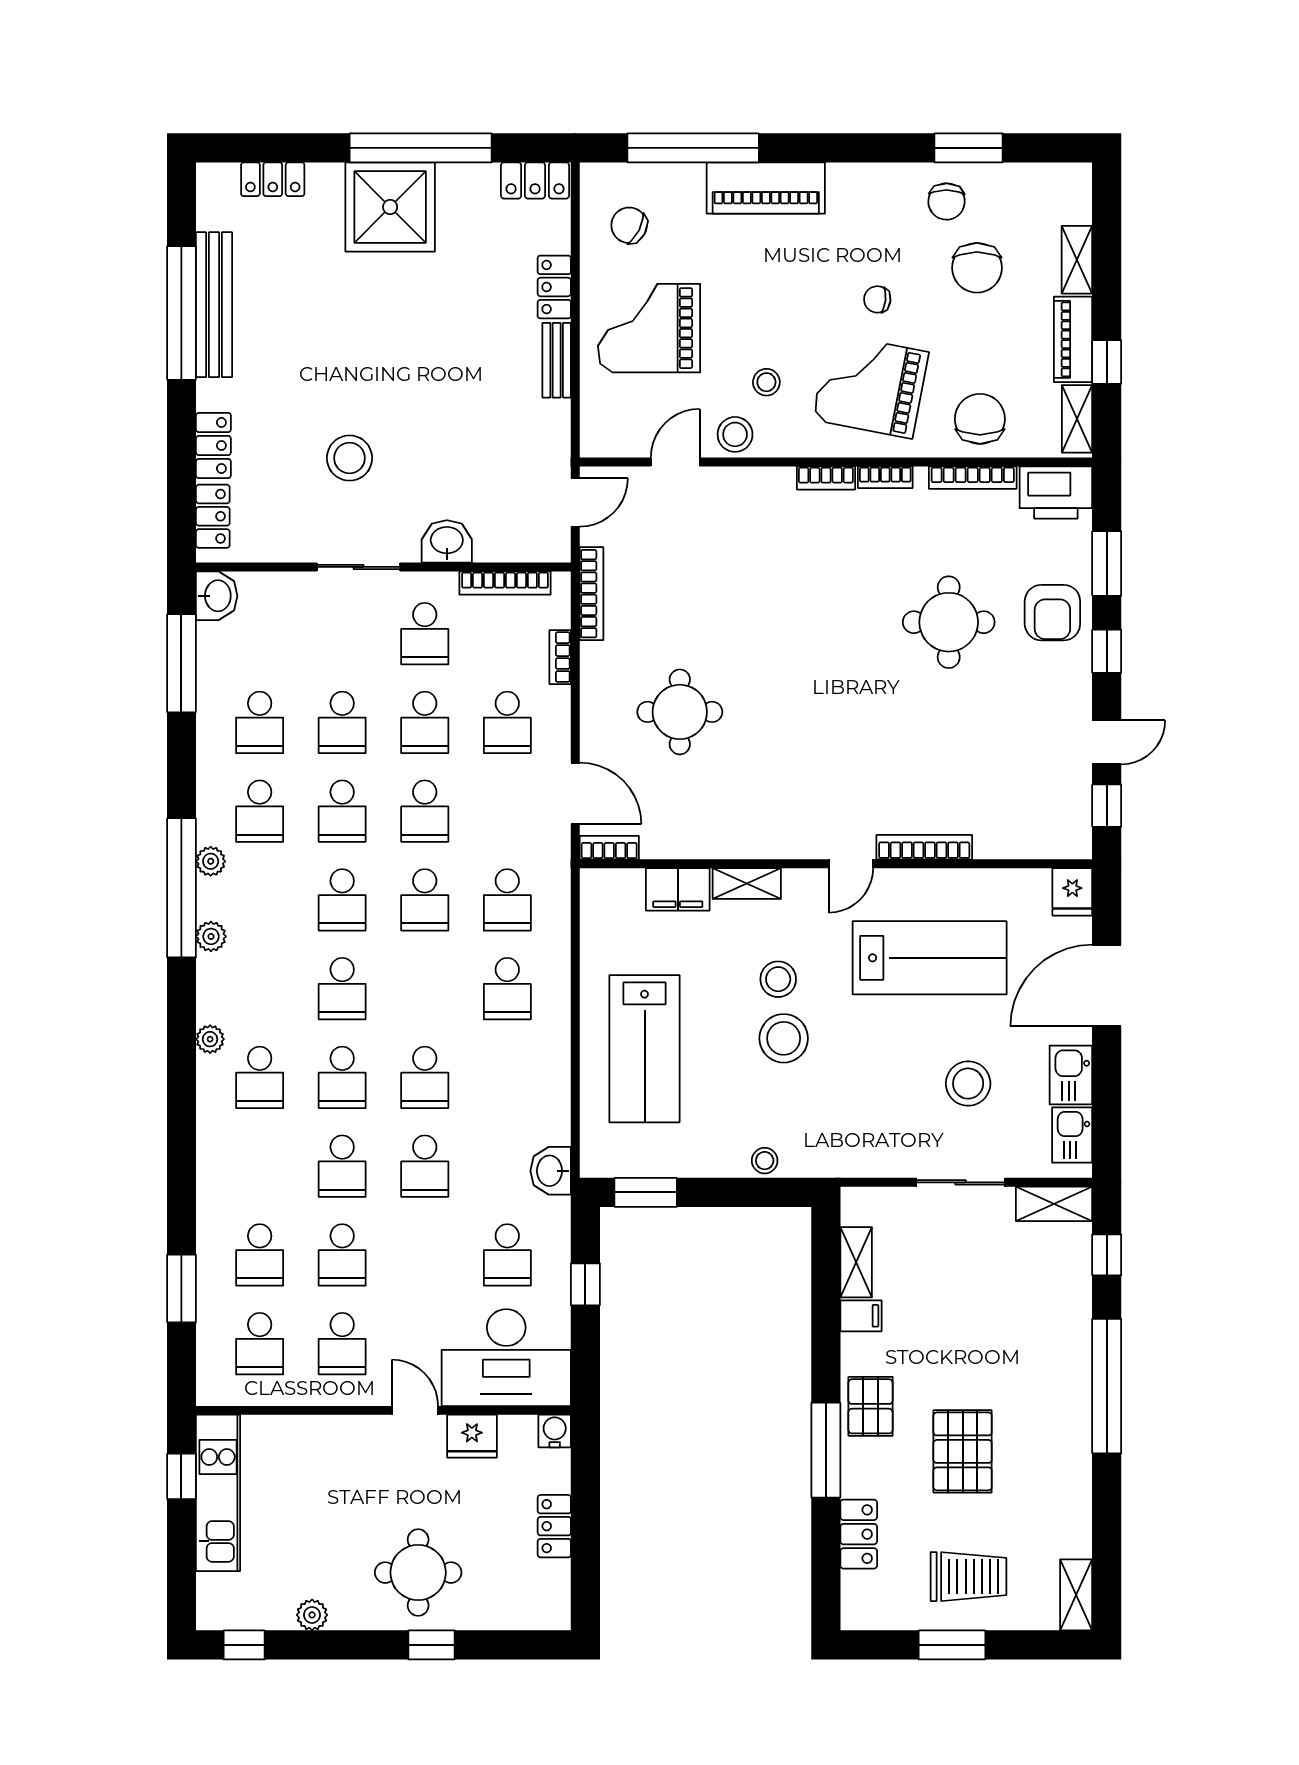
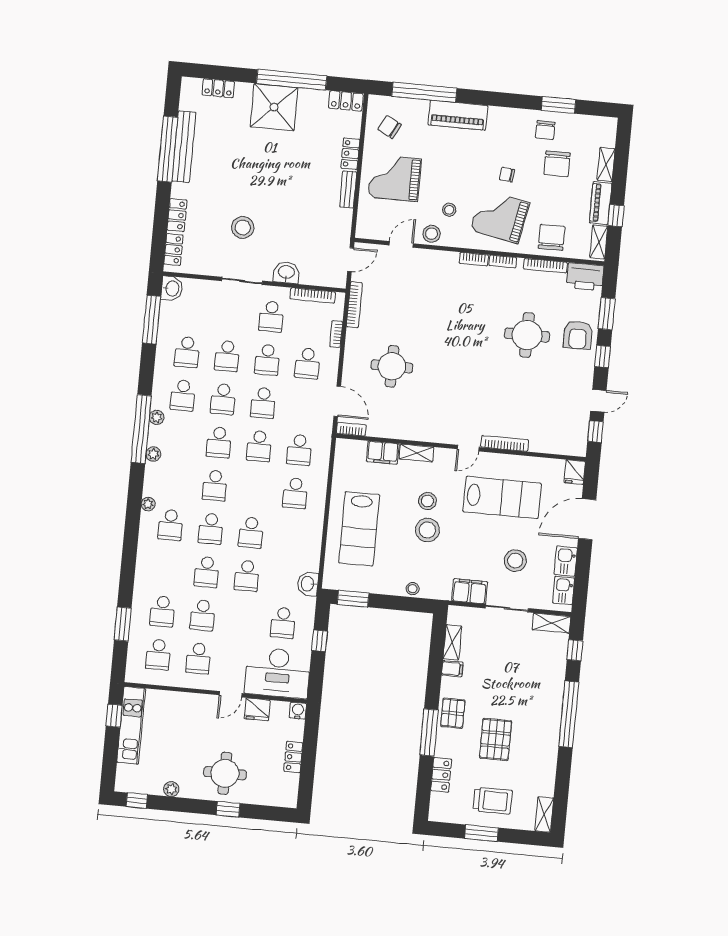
filing cabinet: (881, 1155) -> (470, 591), added
door: (415, 1410) -> (231, 694), swing flipped

